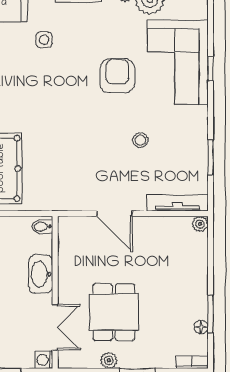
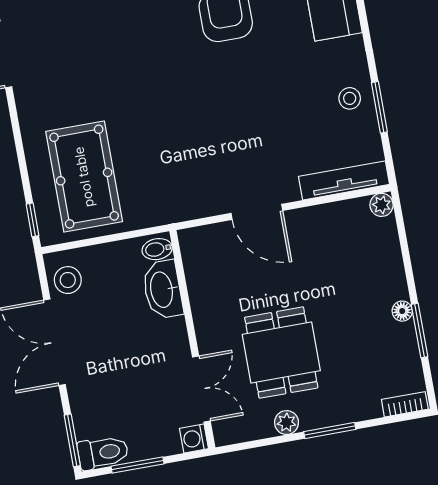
stool: (140, 140) -> (350, 98), moved
washbasin: (41, 274) -> (162, 289), moved
floor lamp: (201, 327) -> (402, 311), moved

